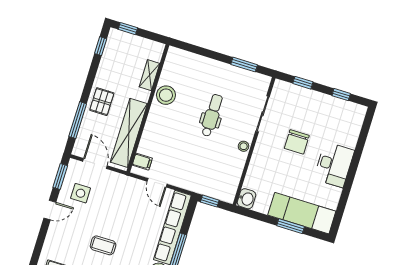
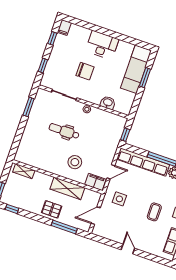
shelving: (149, 75) -> (24, 171), moved
stool: (166, 95) -> (75, 162), moved
filing cabinet: (357, 111) -> (64, 28), added
shelving: (129, 133) -> (67, 188), width x0.68
filing cabinet: (142, 162) -> (95, 182), width x2.00
window: (60, 177) -> (104, 241), removed
side table: (81, 193) -> (119, 199), moved
washbasin: (246, 199) -> (108, 103), moved

